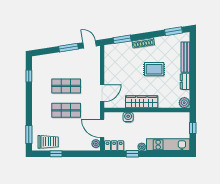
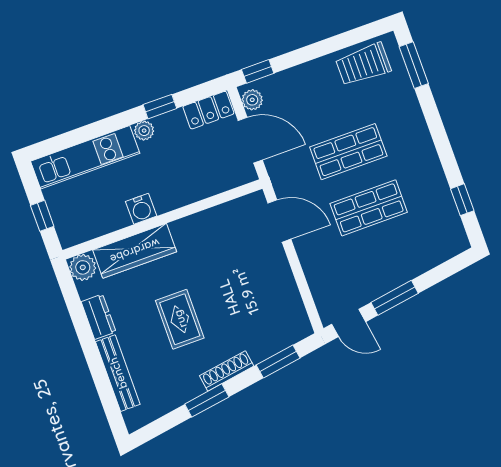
window: (173, 31) -> (207, 400), moved
rug: (154, 69) -> (180, 319), turned 90
door: (102, 93) -> (279, 221), swing flipped
wardrobe: (142, 102) -> (135, 251), moved
water cooler: (128, 117) -> (141, 209), moved
window: (56, 154) -> (258, 71), moved

